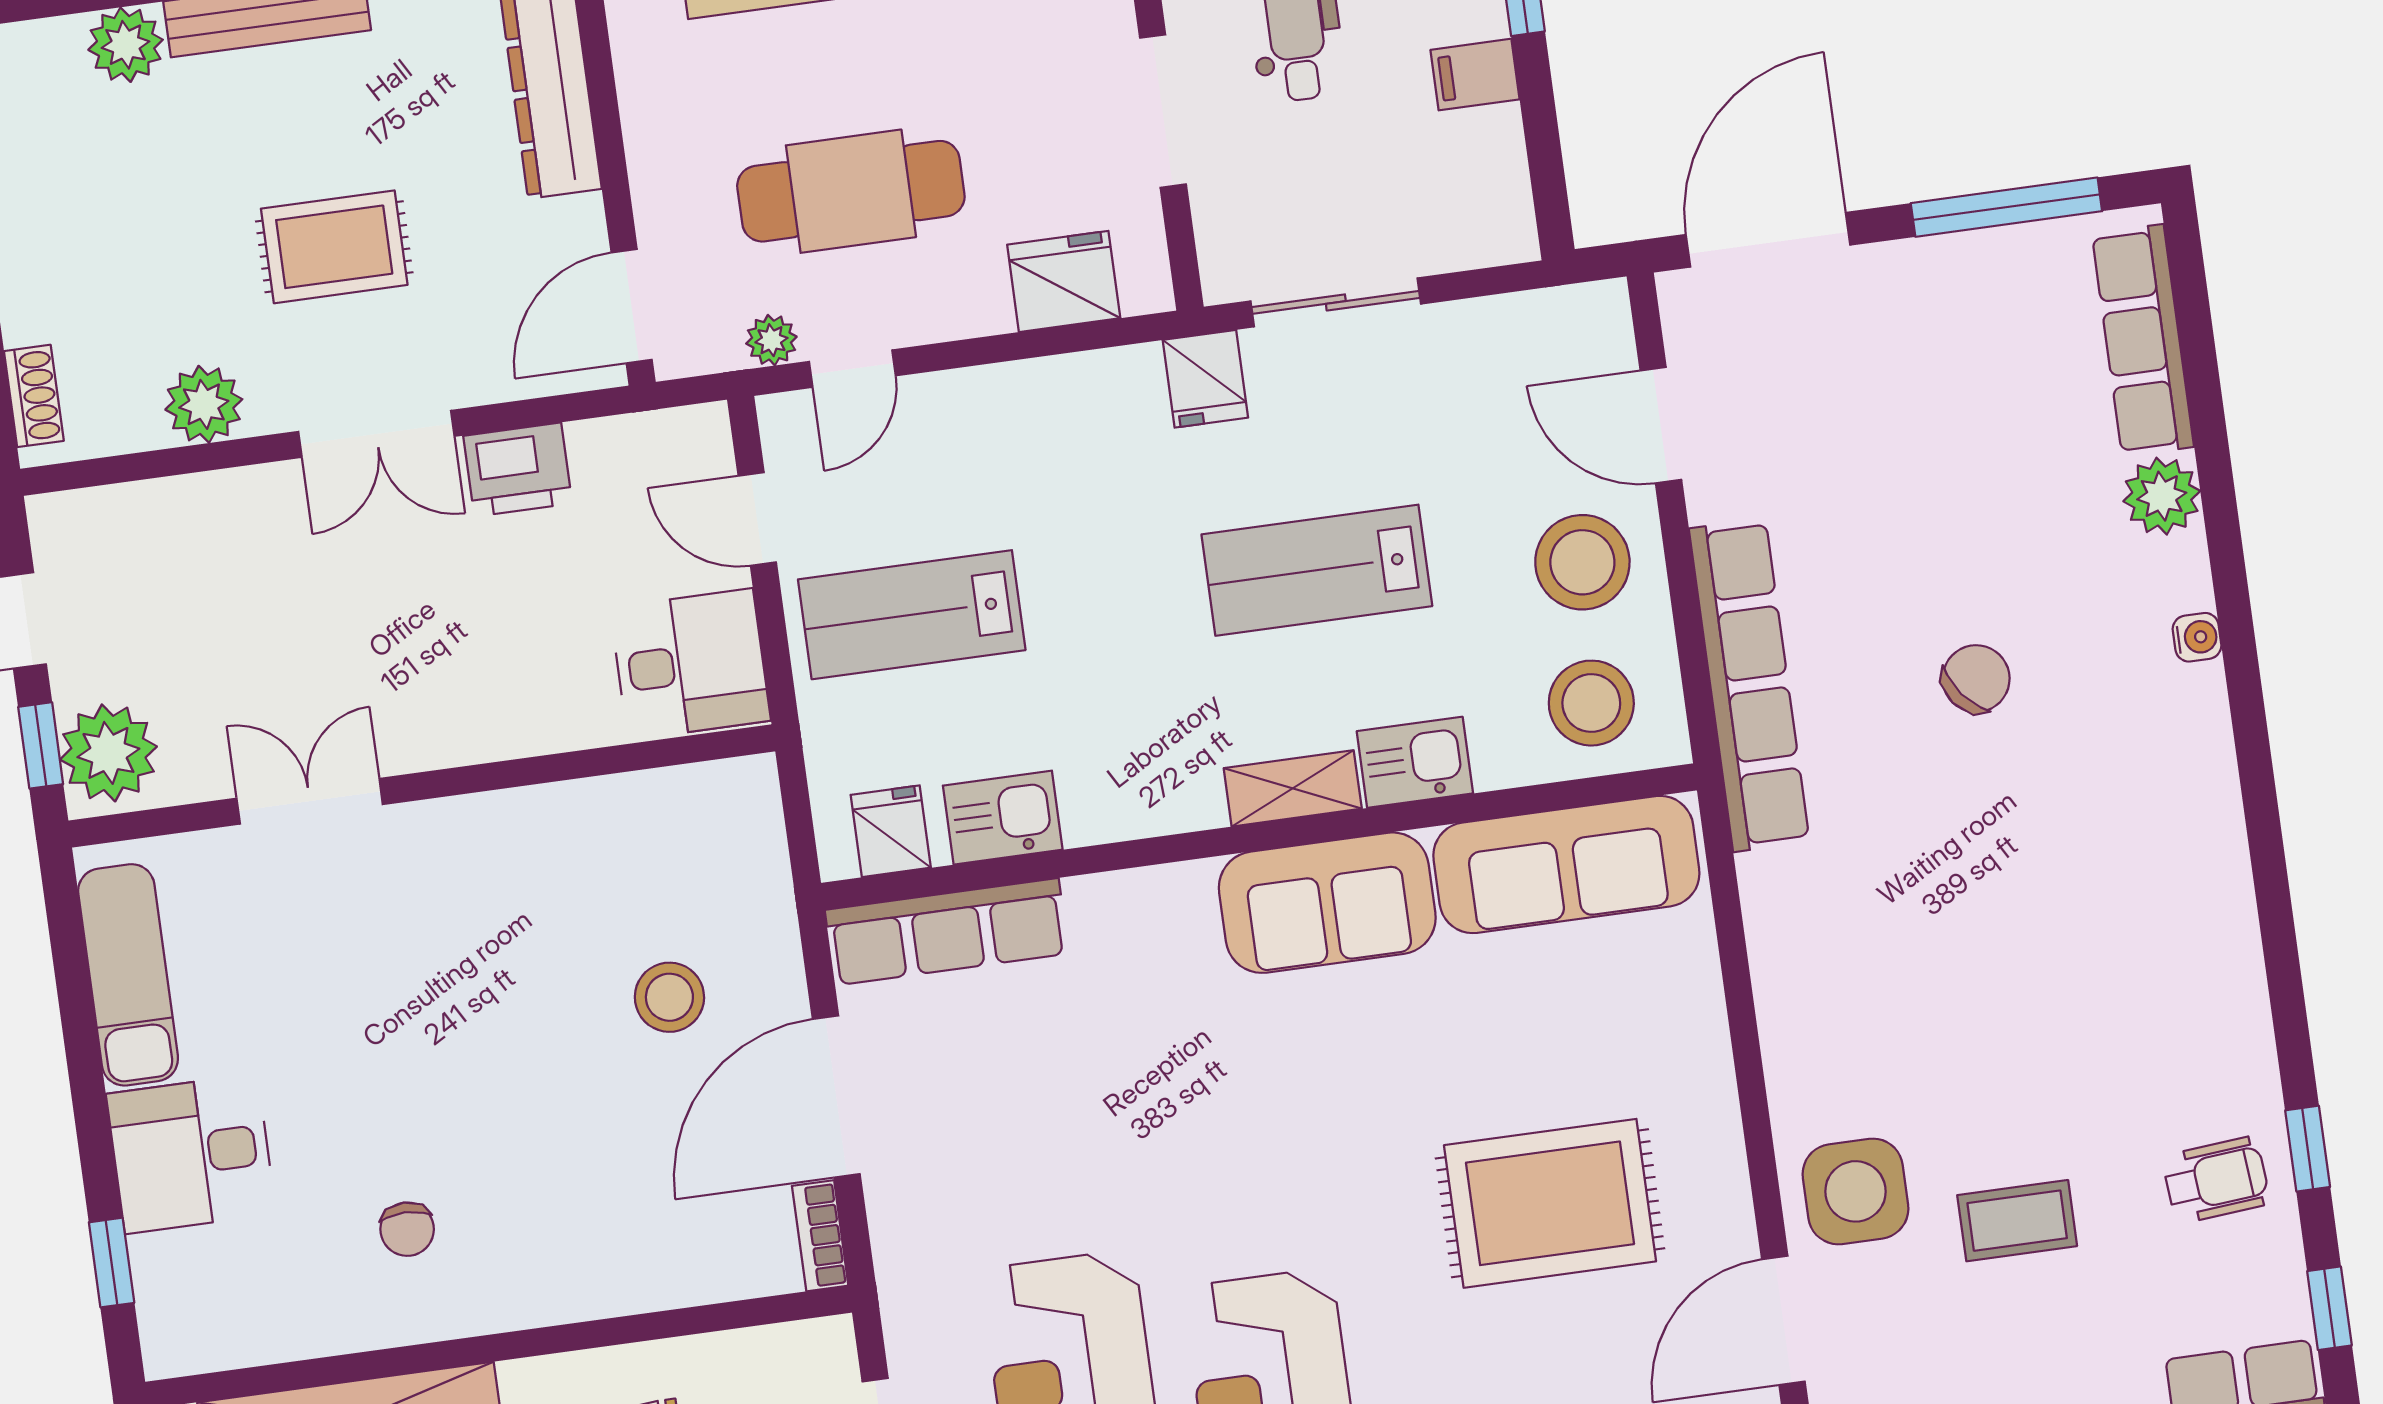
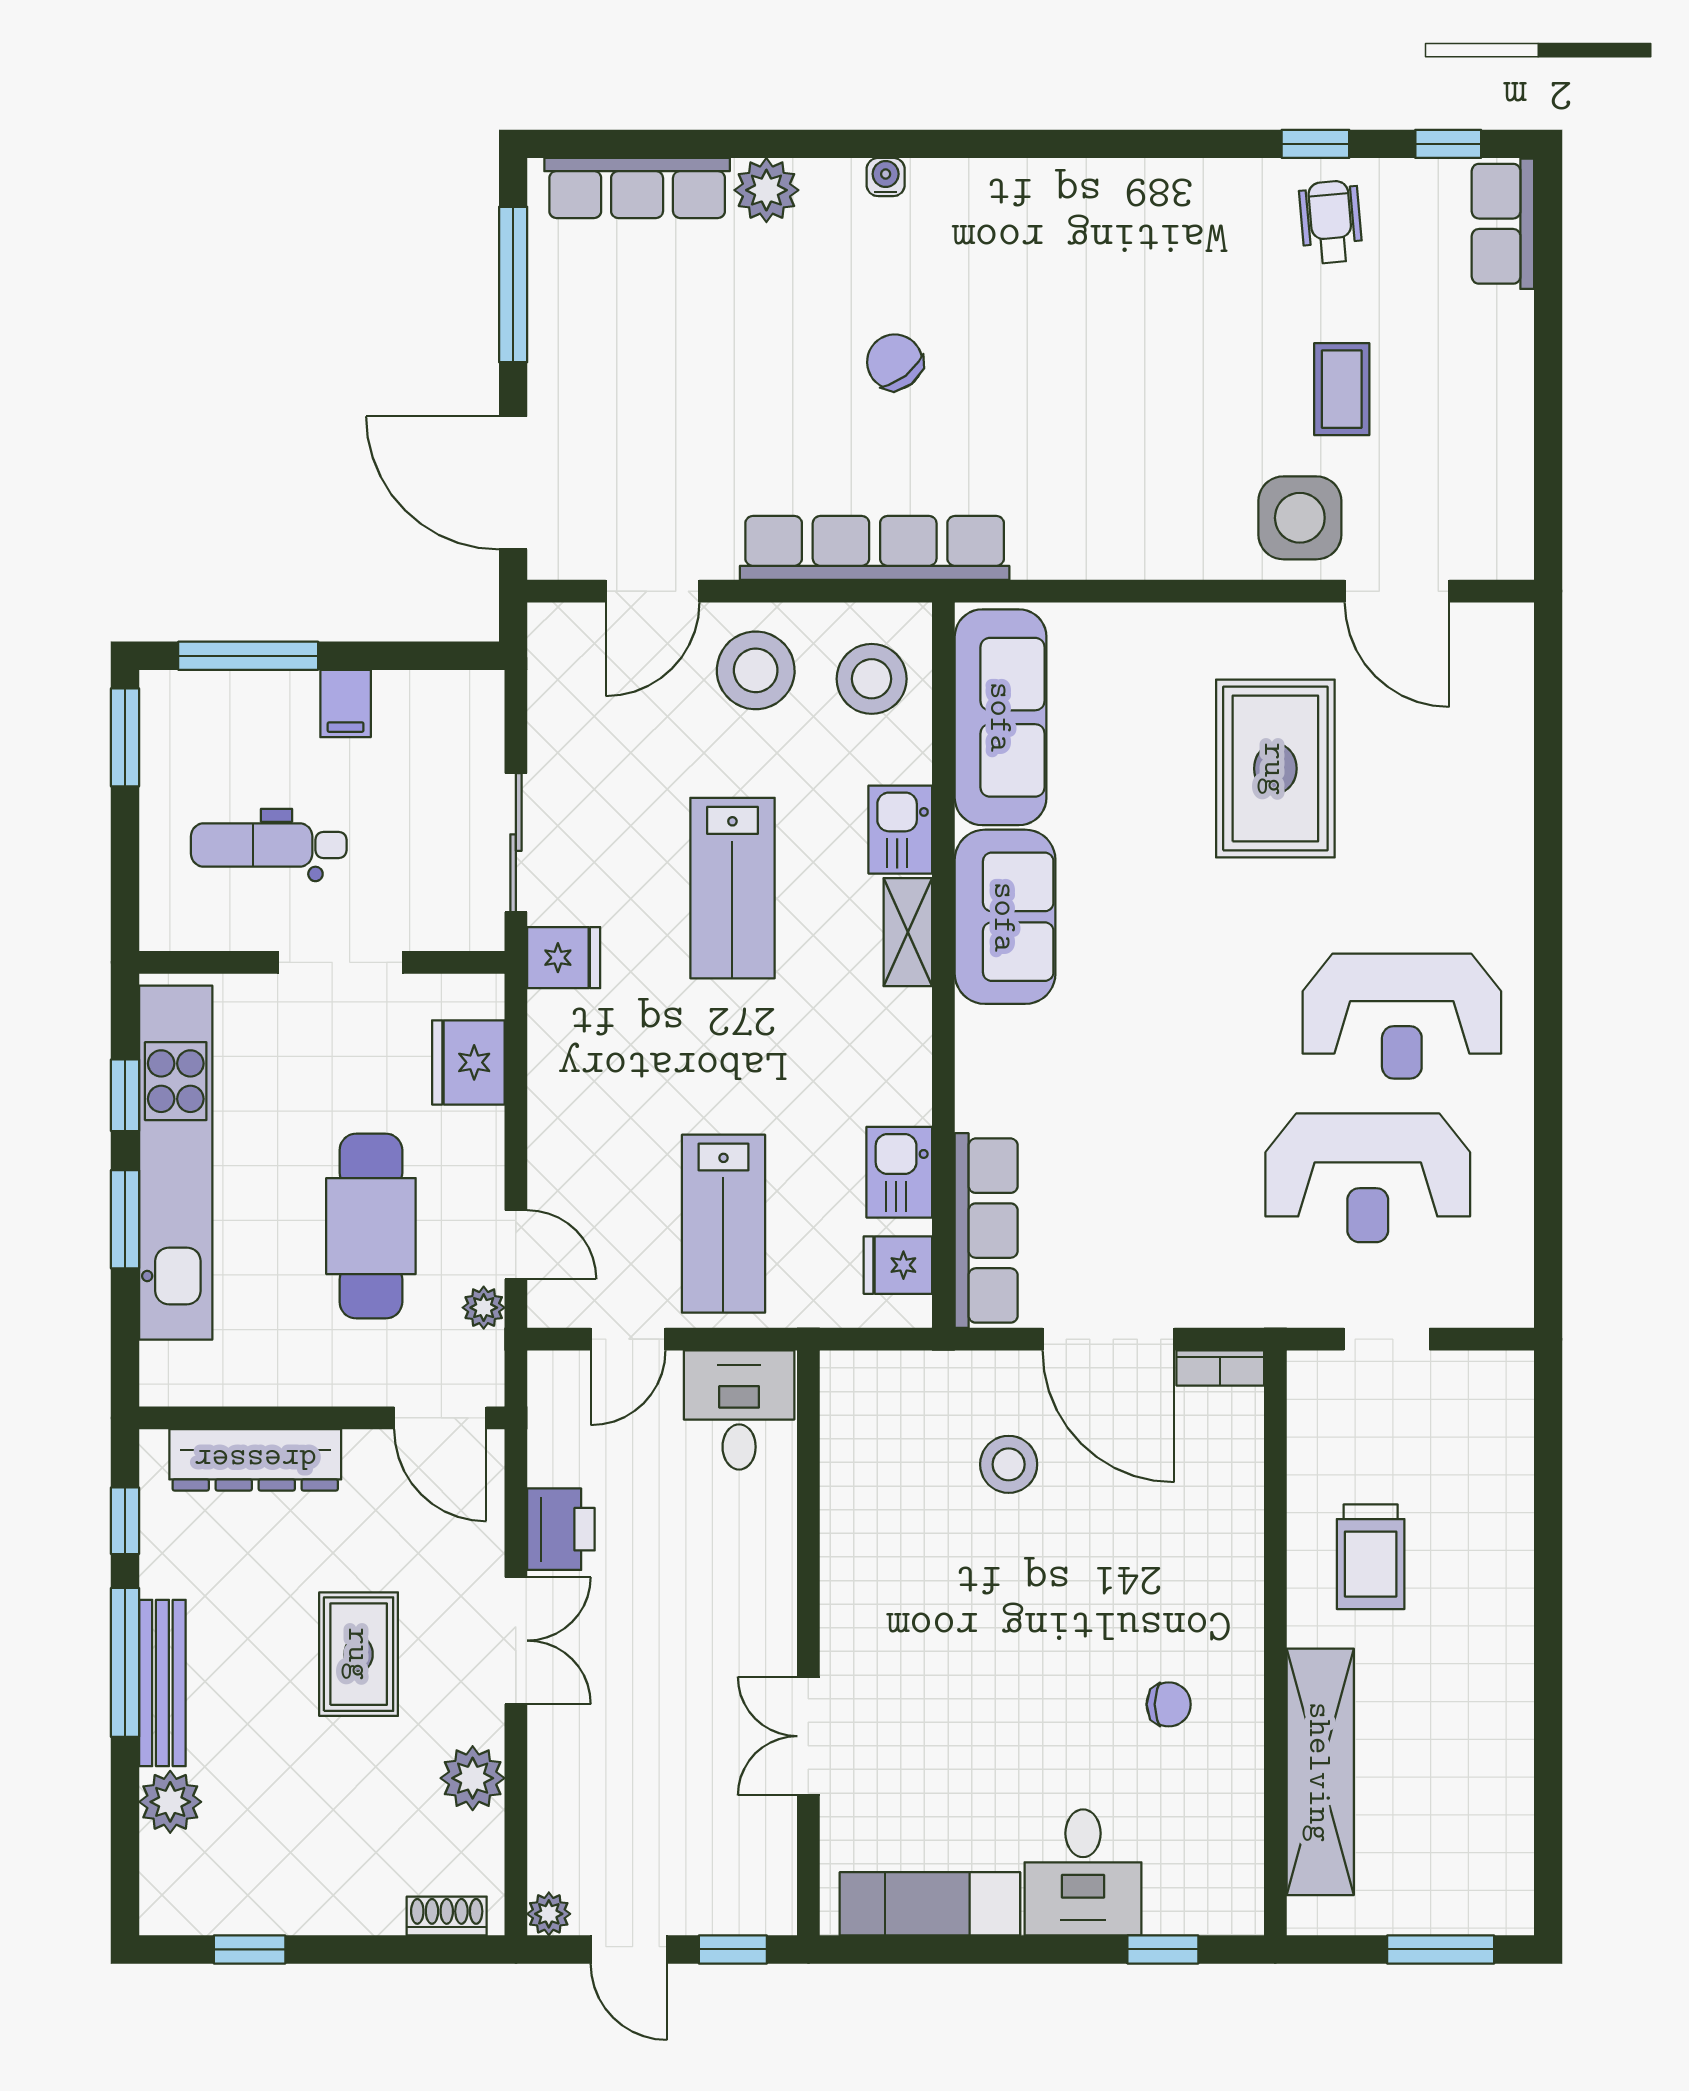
plant: (108, 753) -> (549, 1914), moved, width x0.53, depth x0.53

